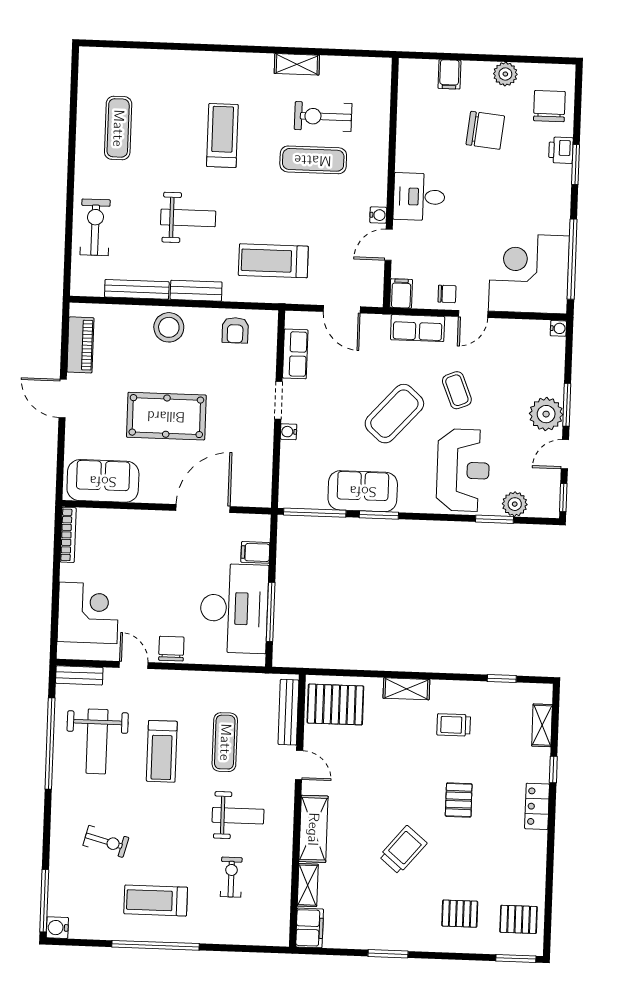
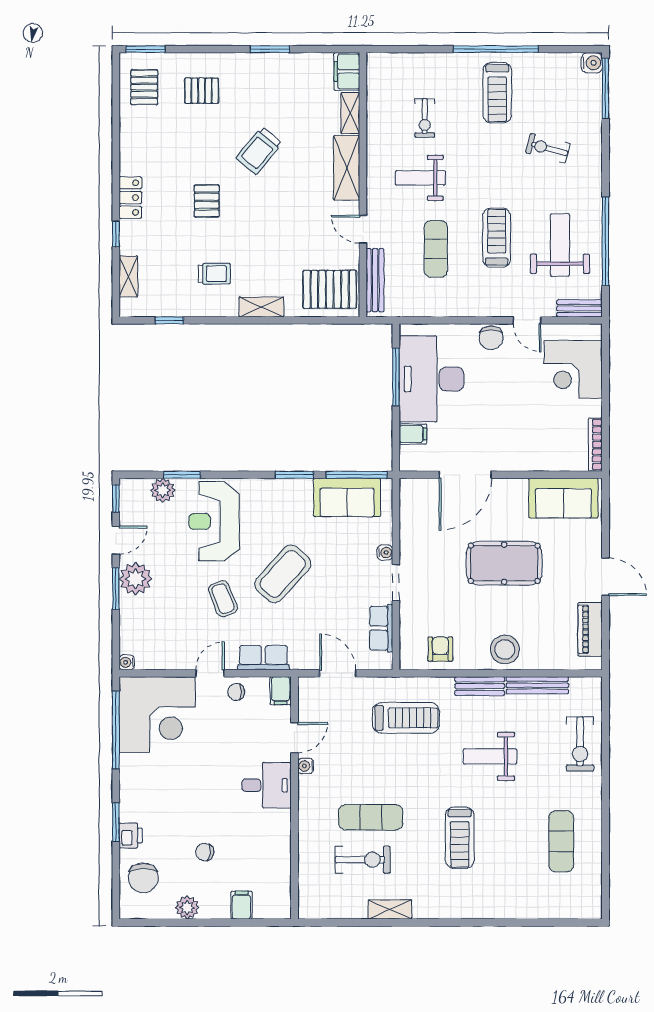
chair: (485, 130) -> (205, 852), width x0.54, depth x0.54
sofa: (363, 491) -> (347, 497), moved
treadmill: (156, 900) -> (497, 93), turned 90
pallet: (519, 919) -> (144, 87), turned 90

